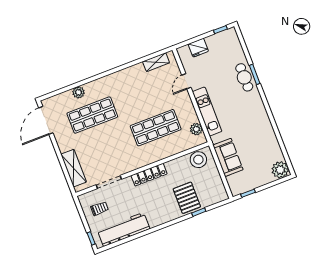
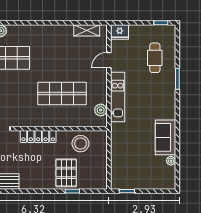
fridge: (198, 48) -> (120, 32), moved
cafe table: (244, 77) -> (155, 58), moved
sofa: (228, 157) -> (165, 137), moved, turned 180
stool: (198, 160) -> (80, 144), moved
plant: (280, 170) -> (171, 161), moved, width x0.53, depth x0.53

